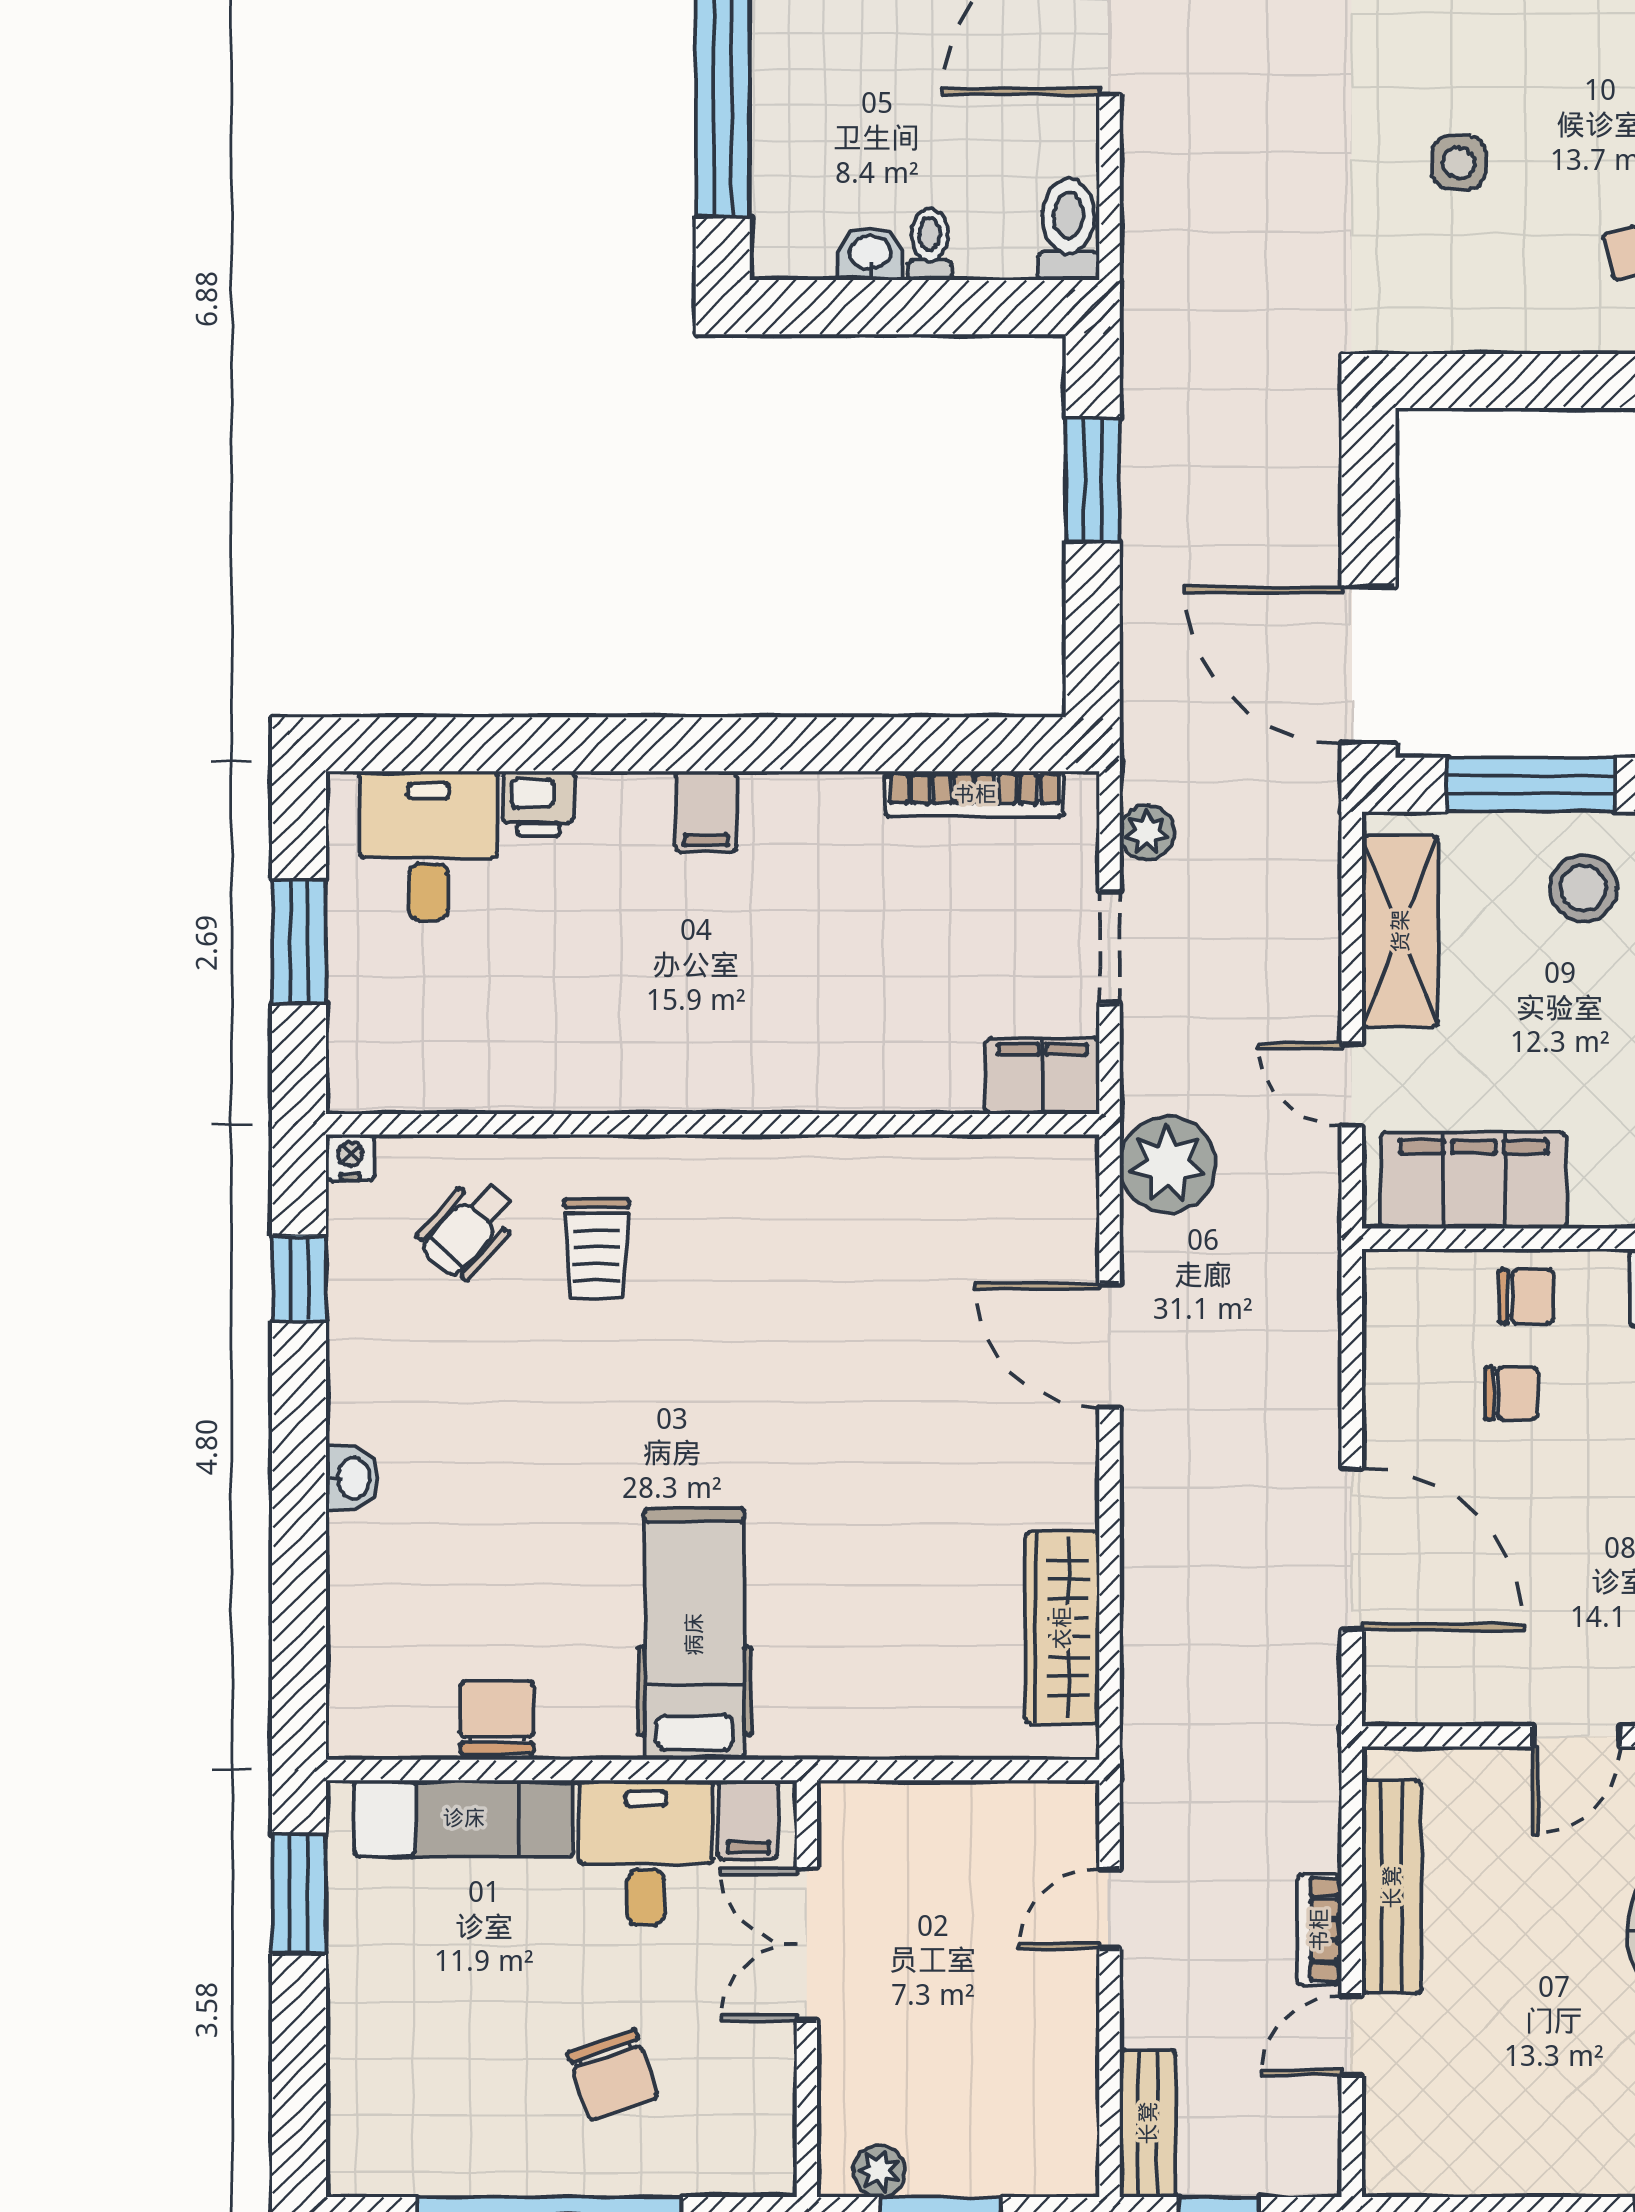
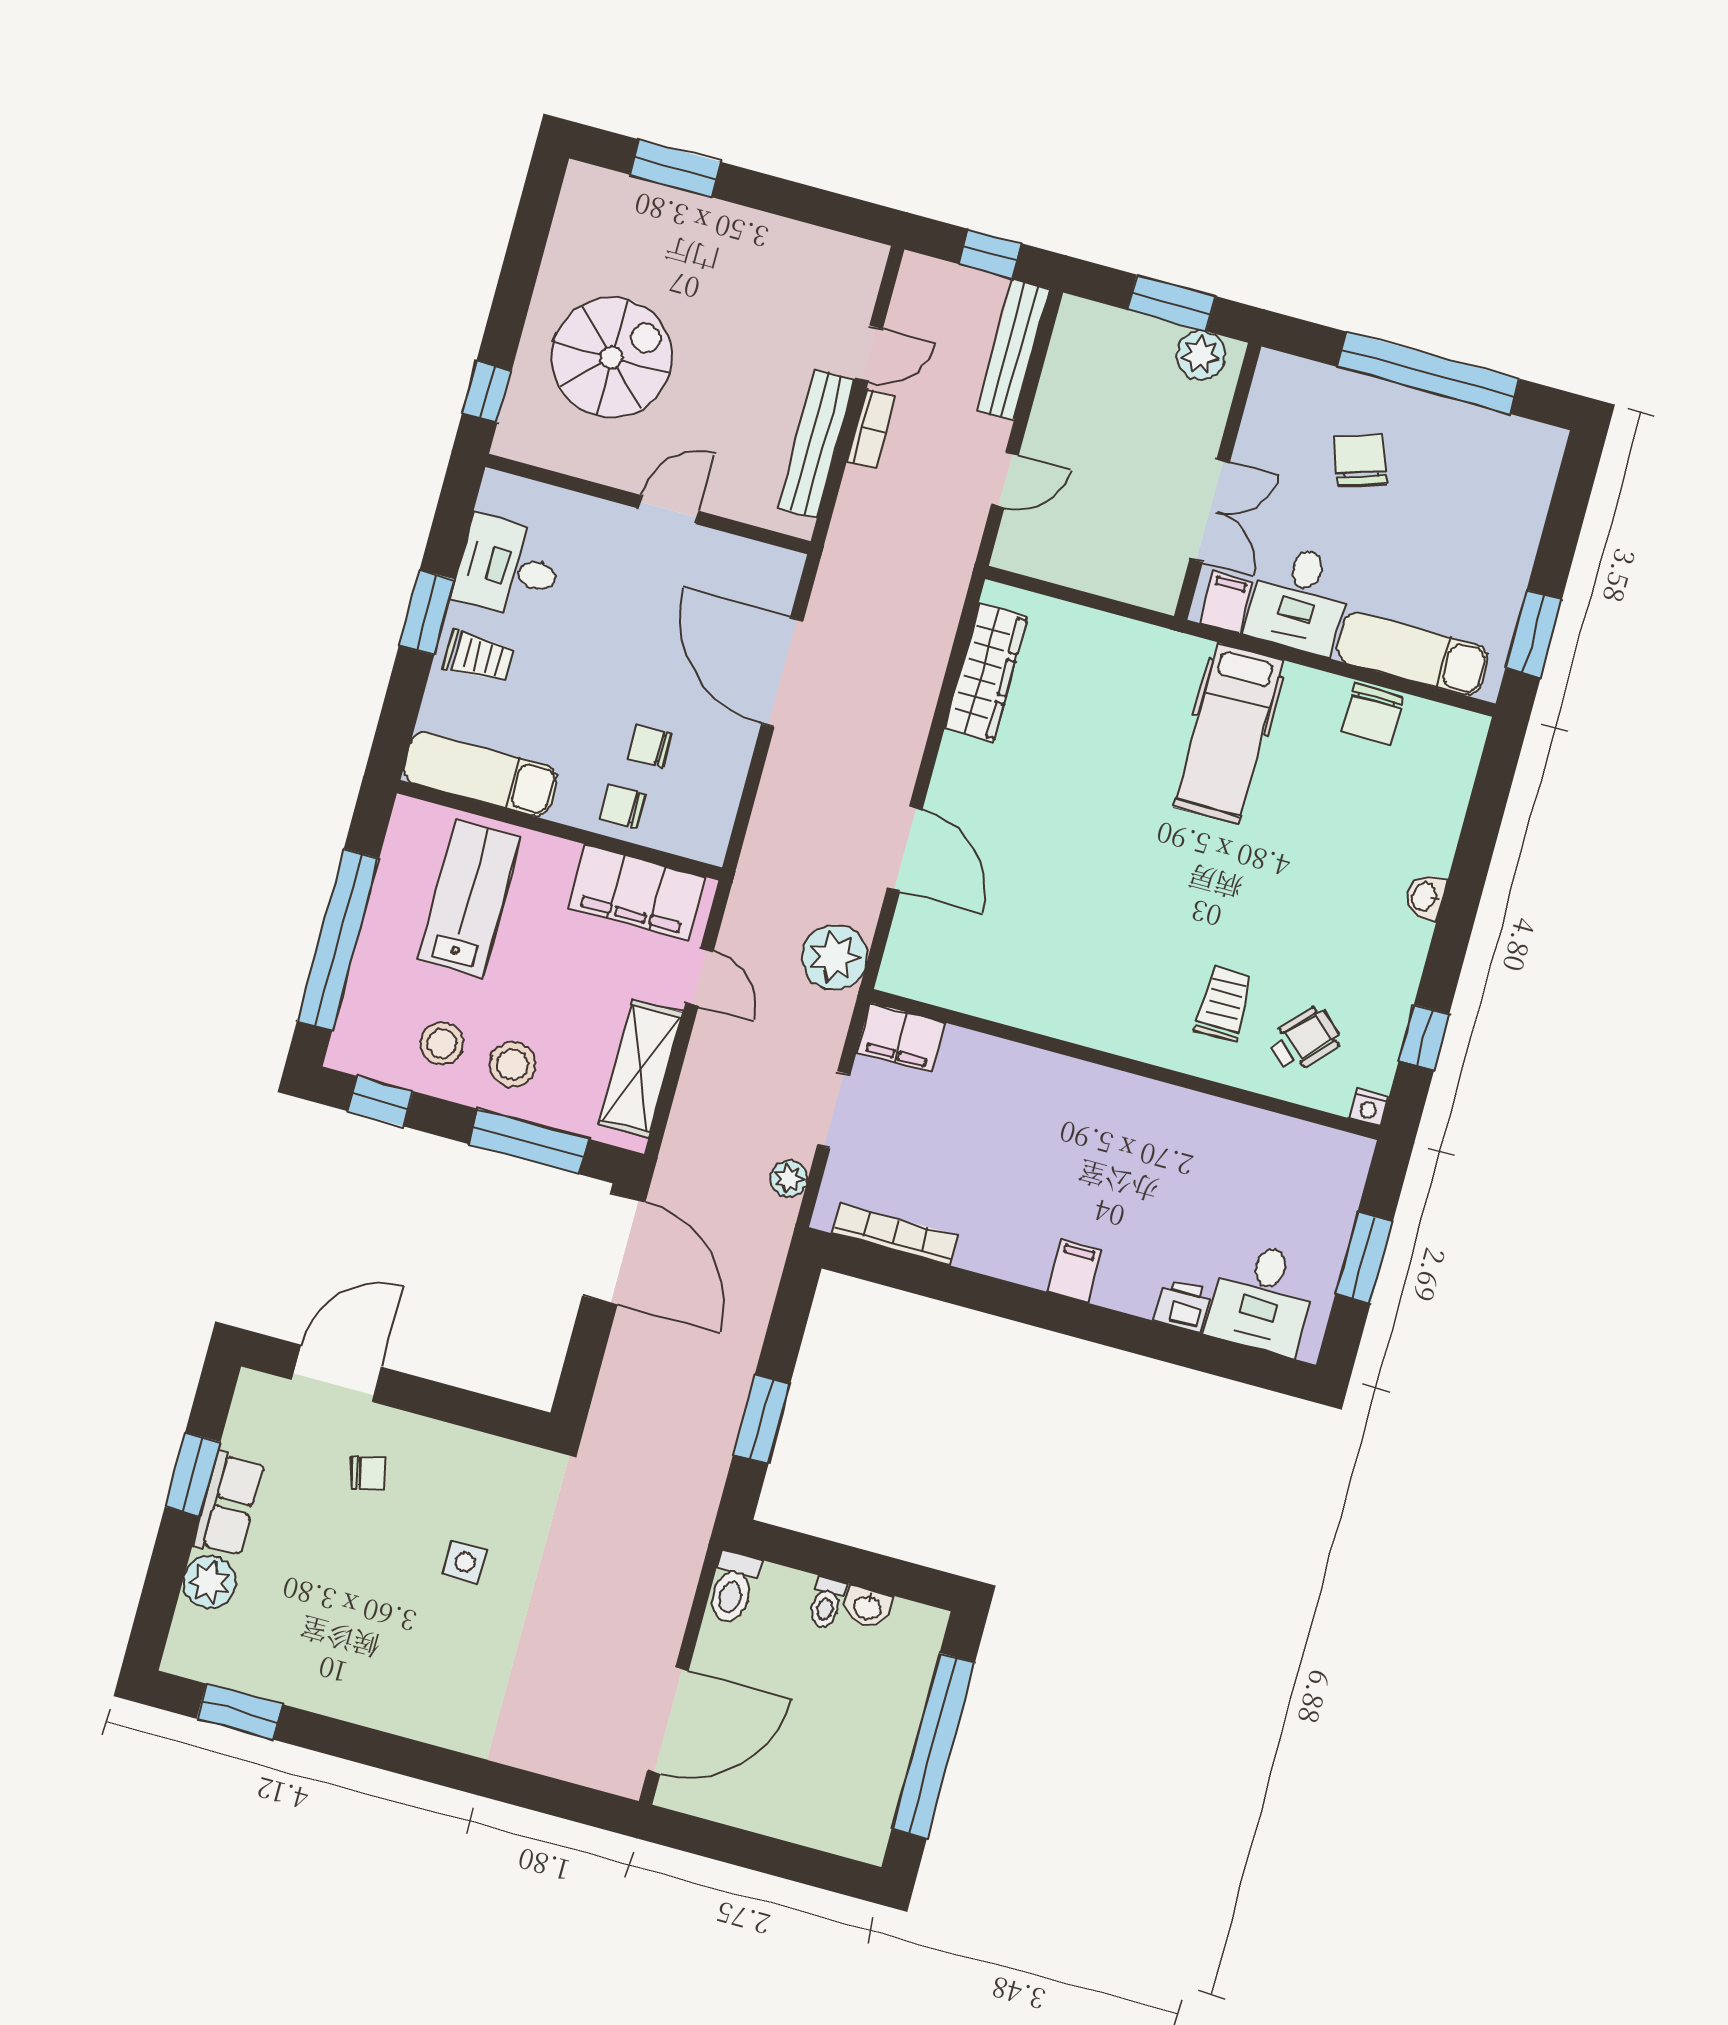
bench: (1148, 2123) -> (1013, 350), width x1.36
plant: (880, 2171) -> (1201, 355), width x1.38, depth x1.38

